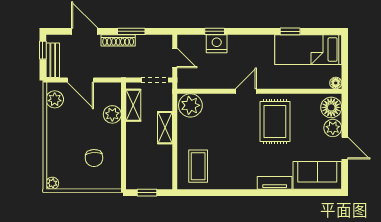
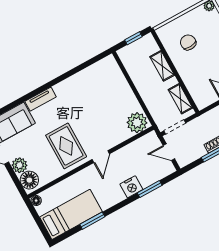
window: (215, 31) -> (150, 189), width x1.50
window: (290, 31) -> (92, 221), width x1.50
nightstand: (217, 44) -> (131, 187), moved
plant: (112, 114) -> (192, 83), removed
shelving: (165, 128) -> (162, 66), moved
coffee table: (198, 166) -> (106, 80), removed

